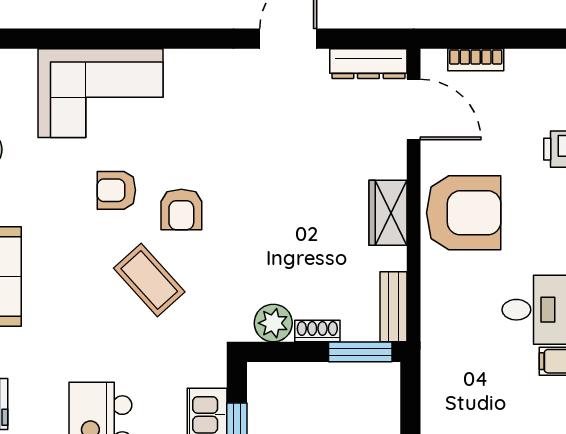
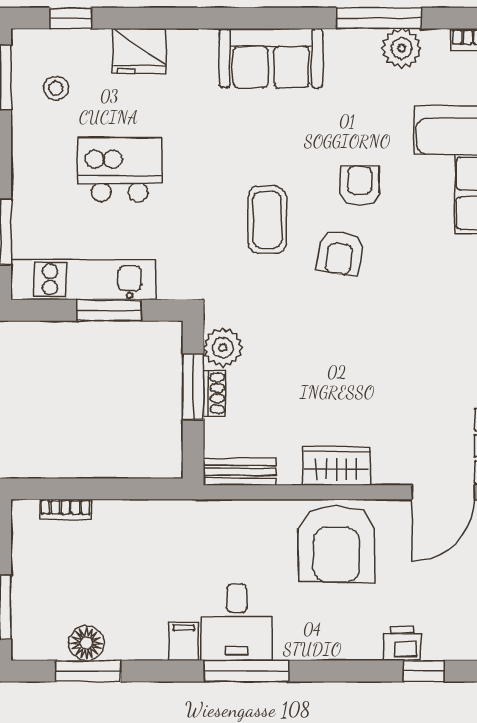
armchair: (181, 210) -> (340, 253), turned -81
coffee table: (149, 280) -> (267, 220), turned -48
window: (360, 352) -> (193, 387), moved

